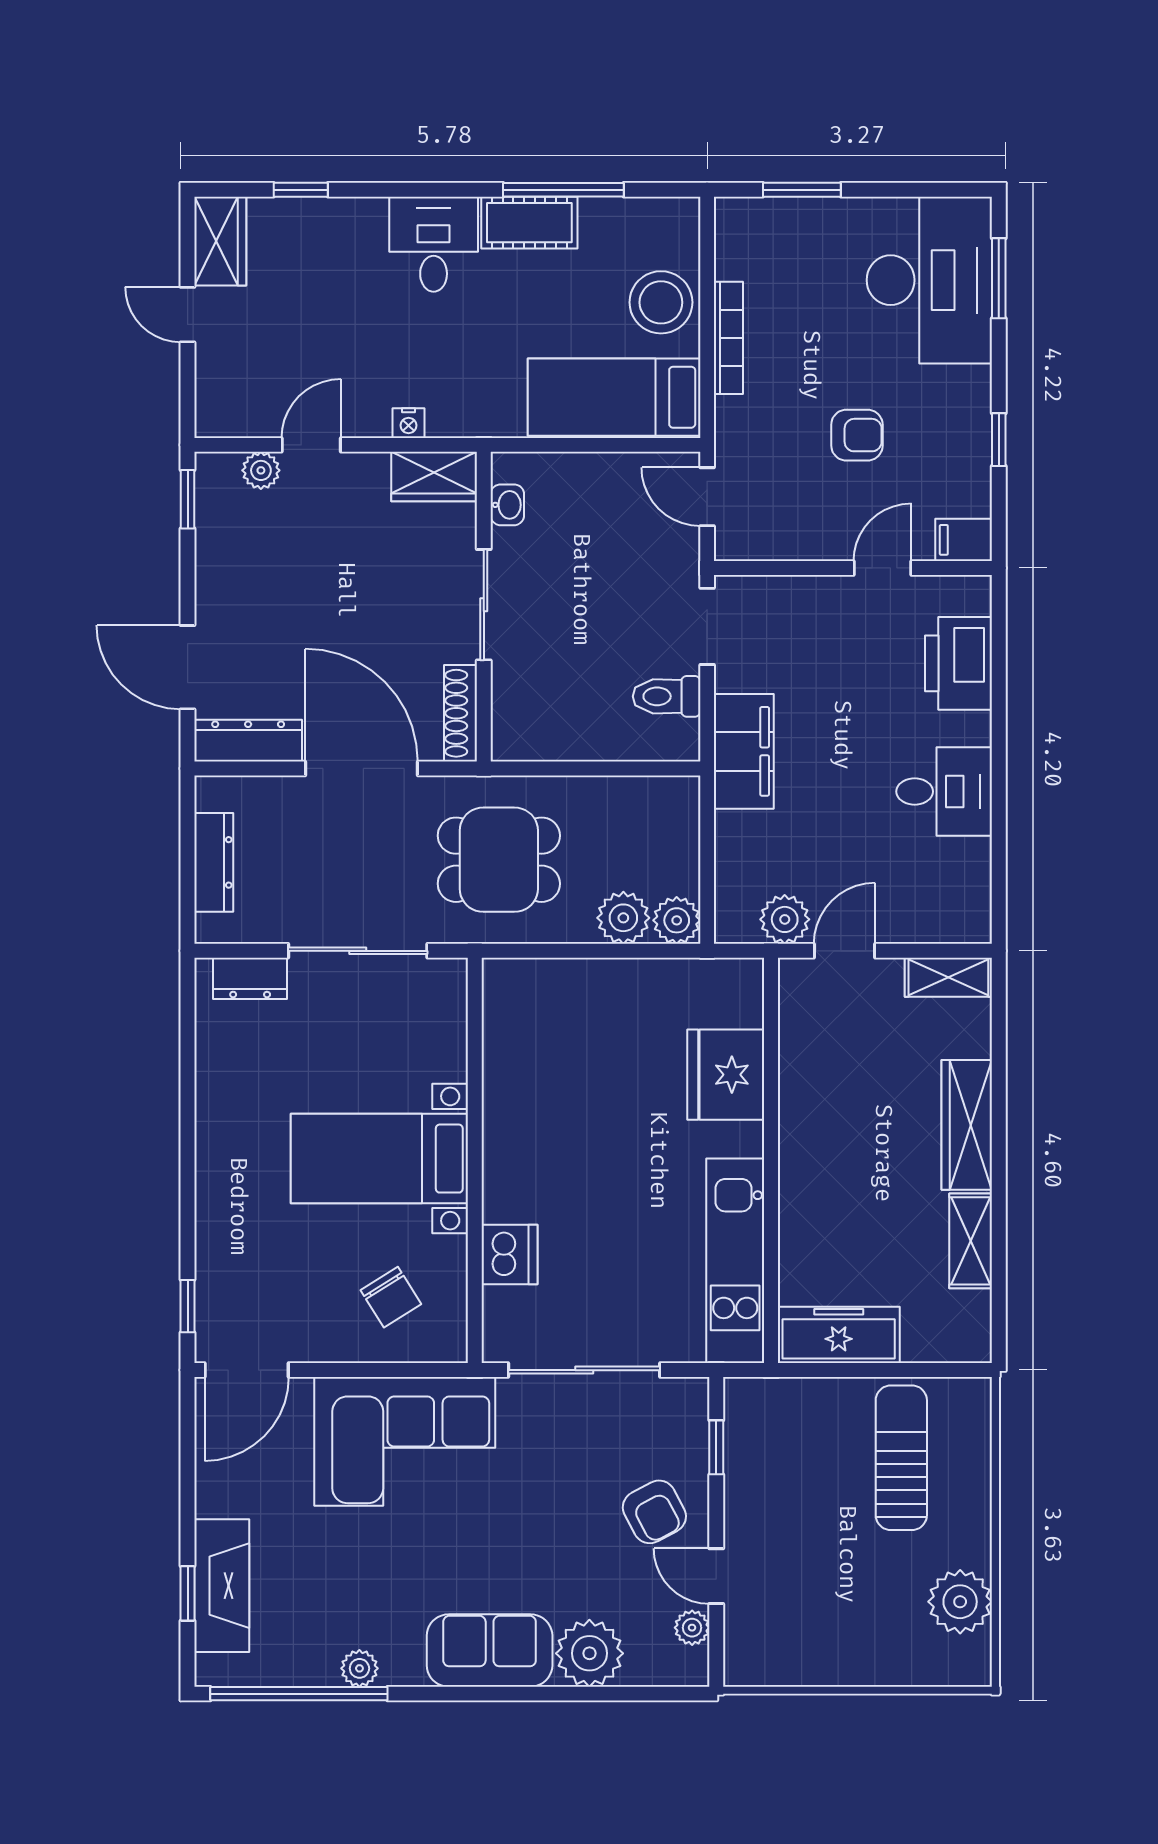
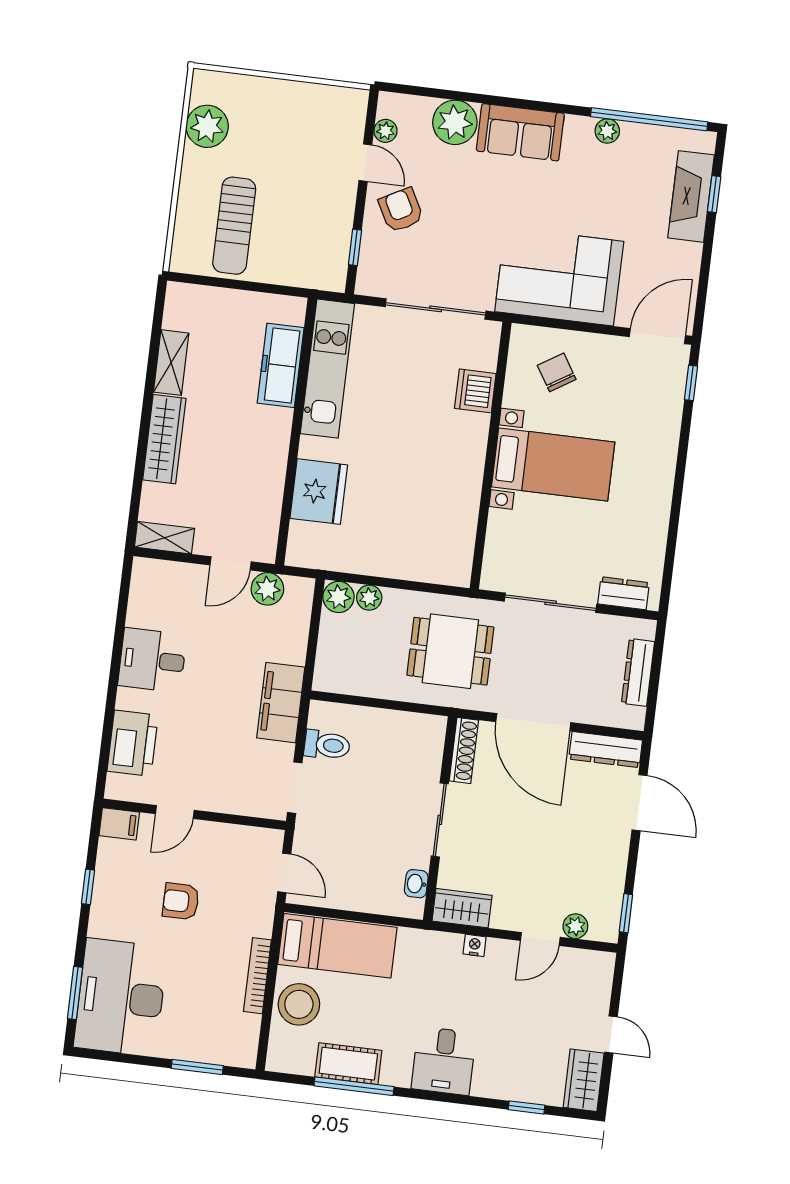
cot: (529, 223) -> (348, 1064), moved
plant: (623, 918) -> (369, 598), width x0.73, depth x0.73
freezer: (839, 1335) -> (281, 365), moved, turned 90

